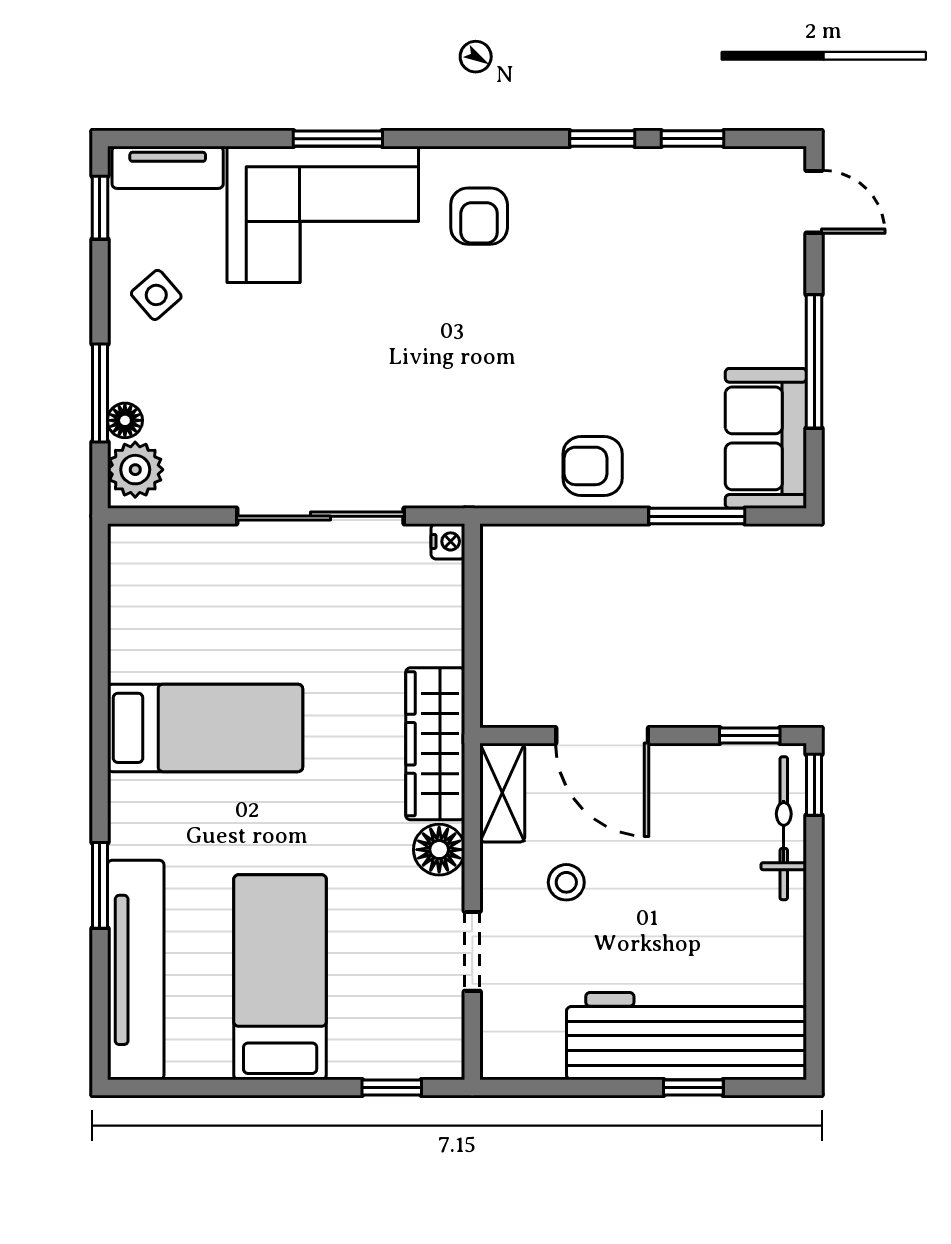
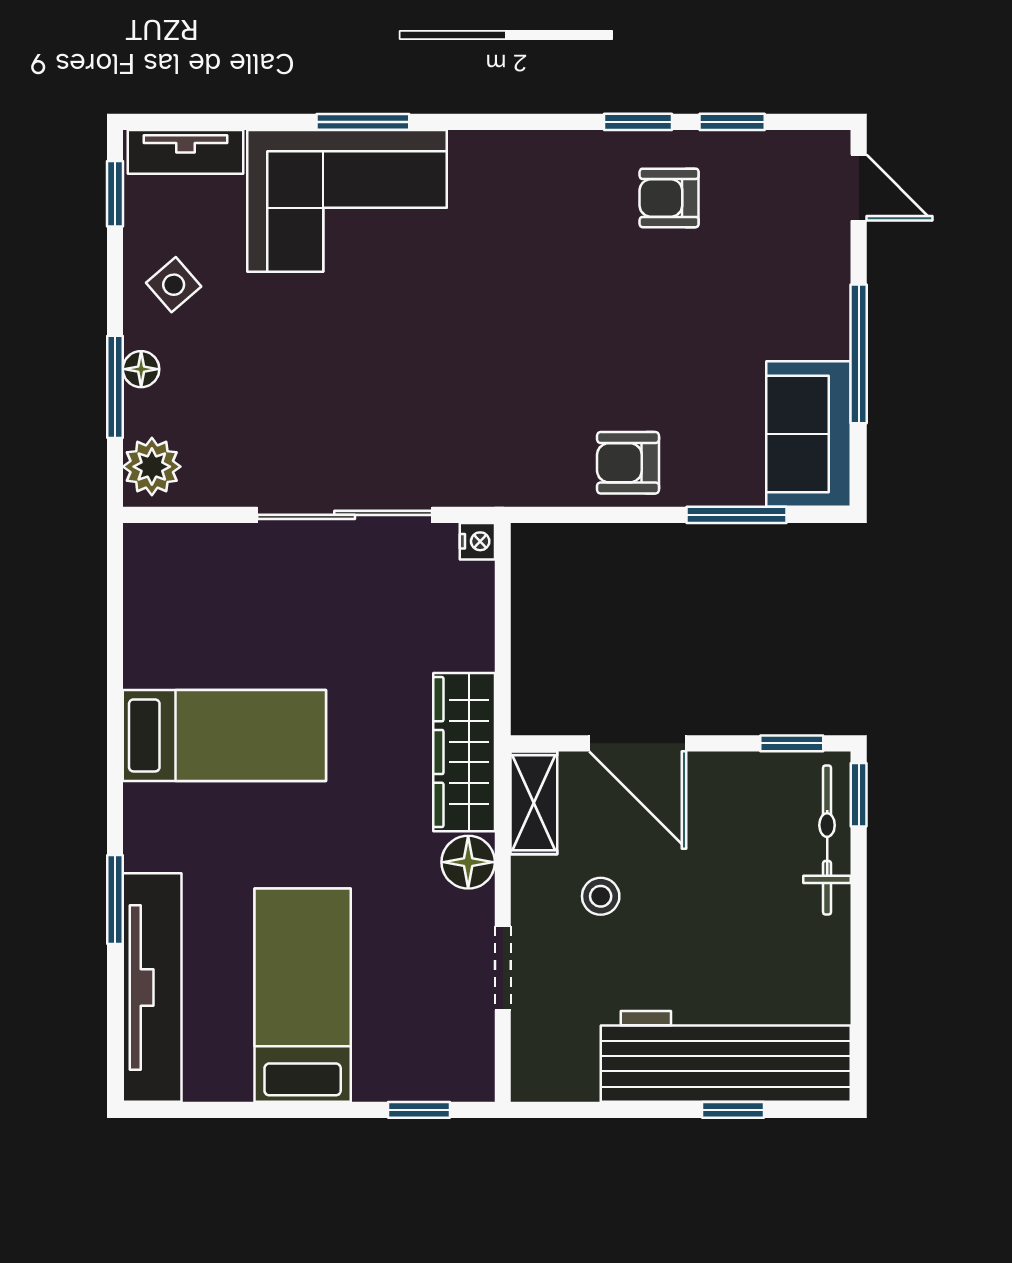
armchair: (479, 216) -> (669, 198), moved, turned 90
floor lamp: (125, 420) -> (141, 369), moved

